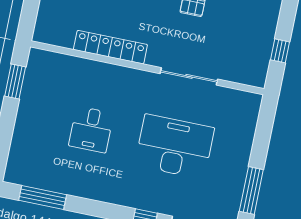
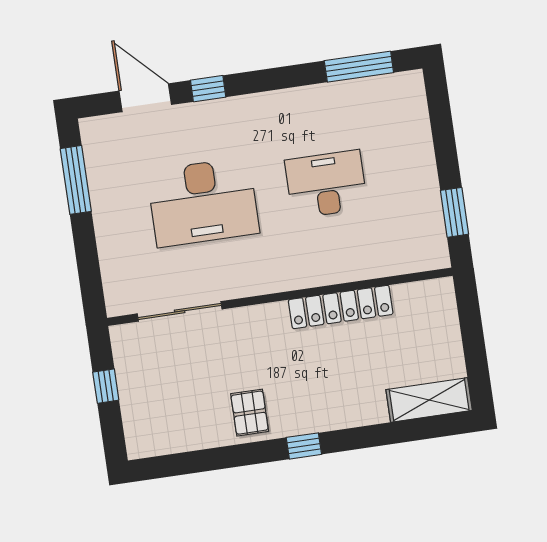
sliding door: (189, 76) -> (180, 311), moved
desk: (91, 129) -> (326, 184), width x1.37

